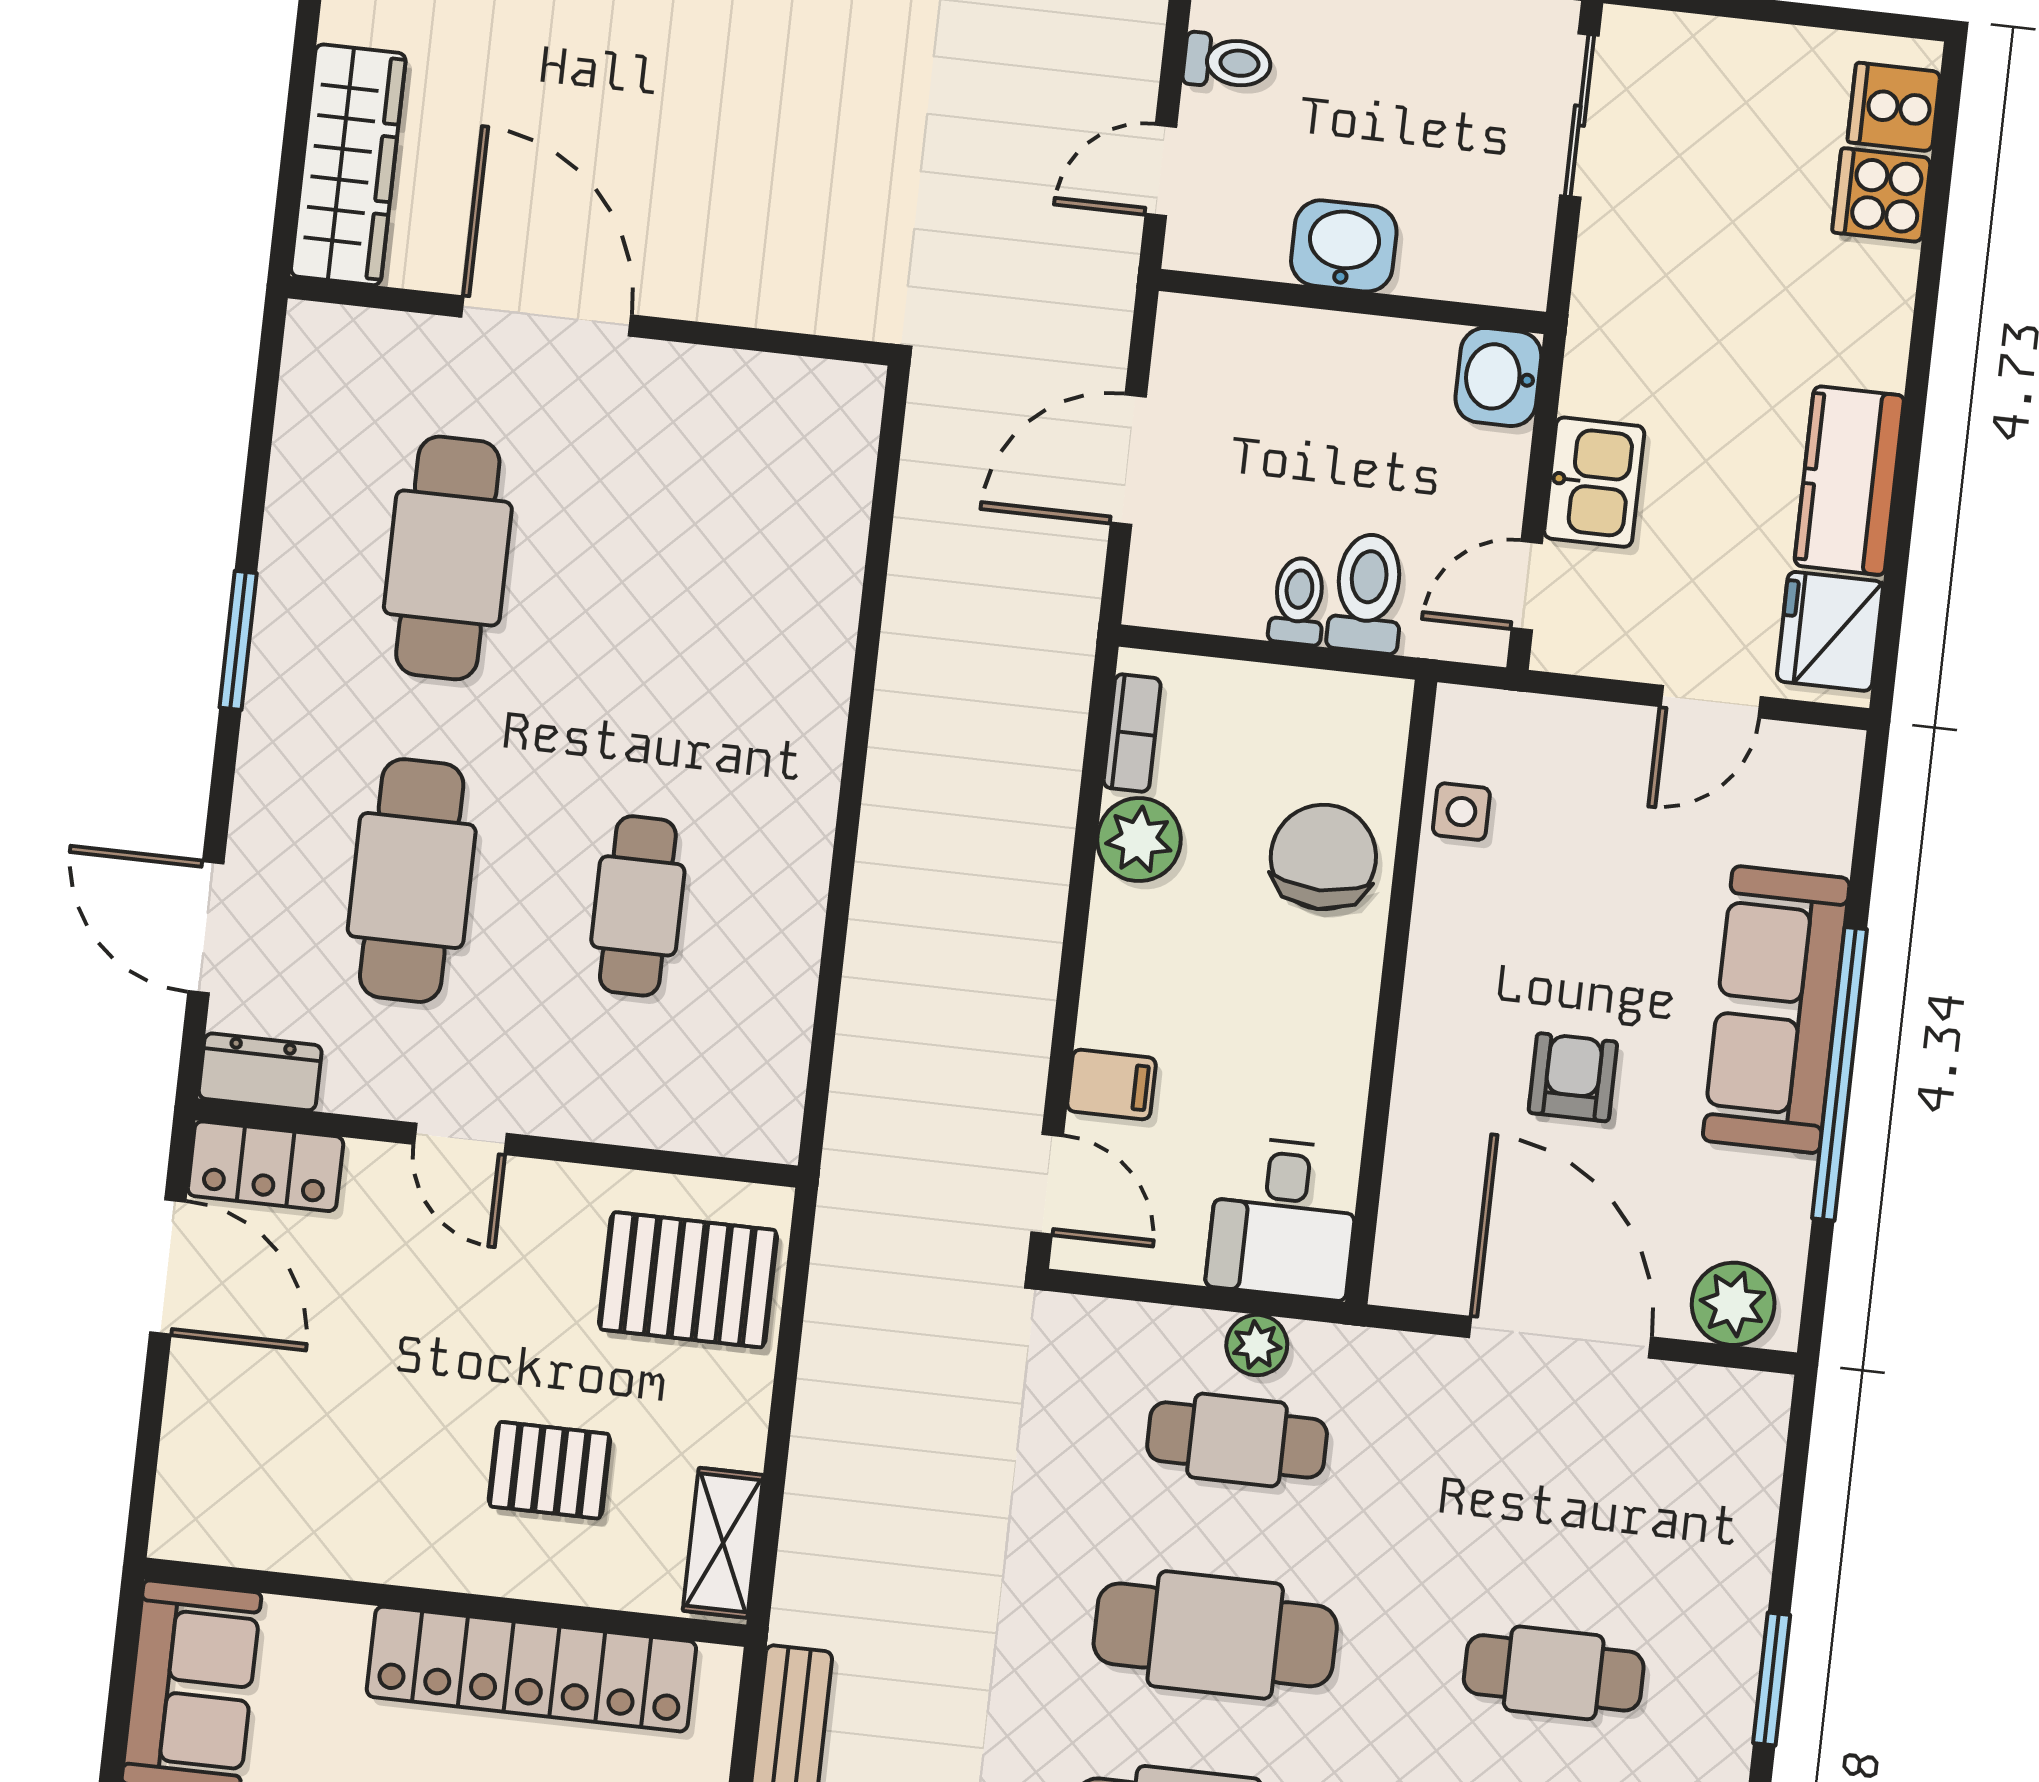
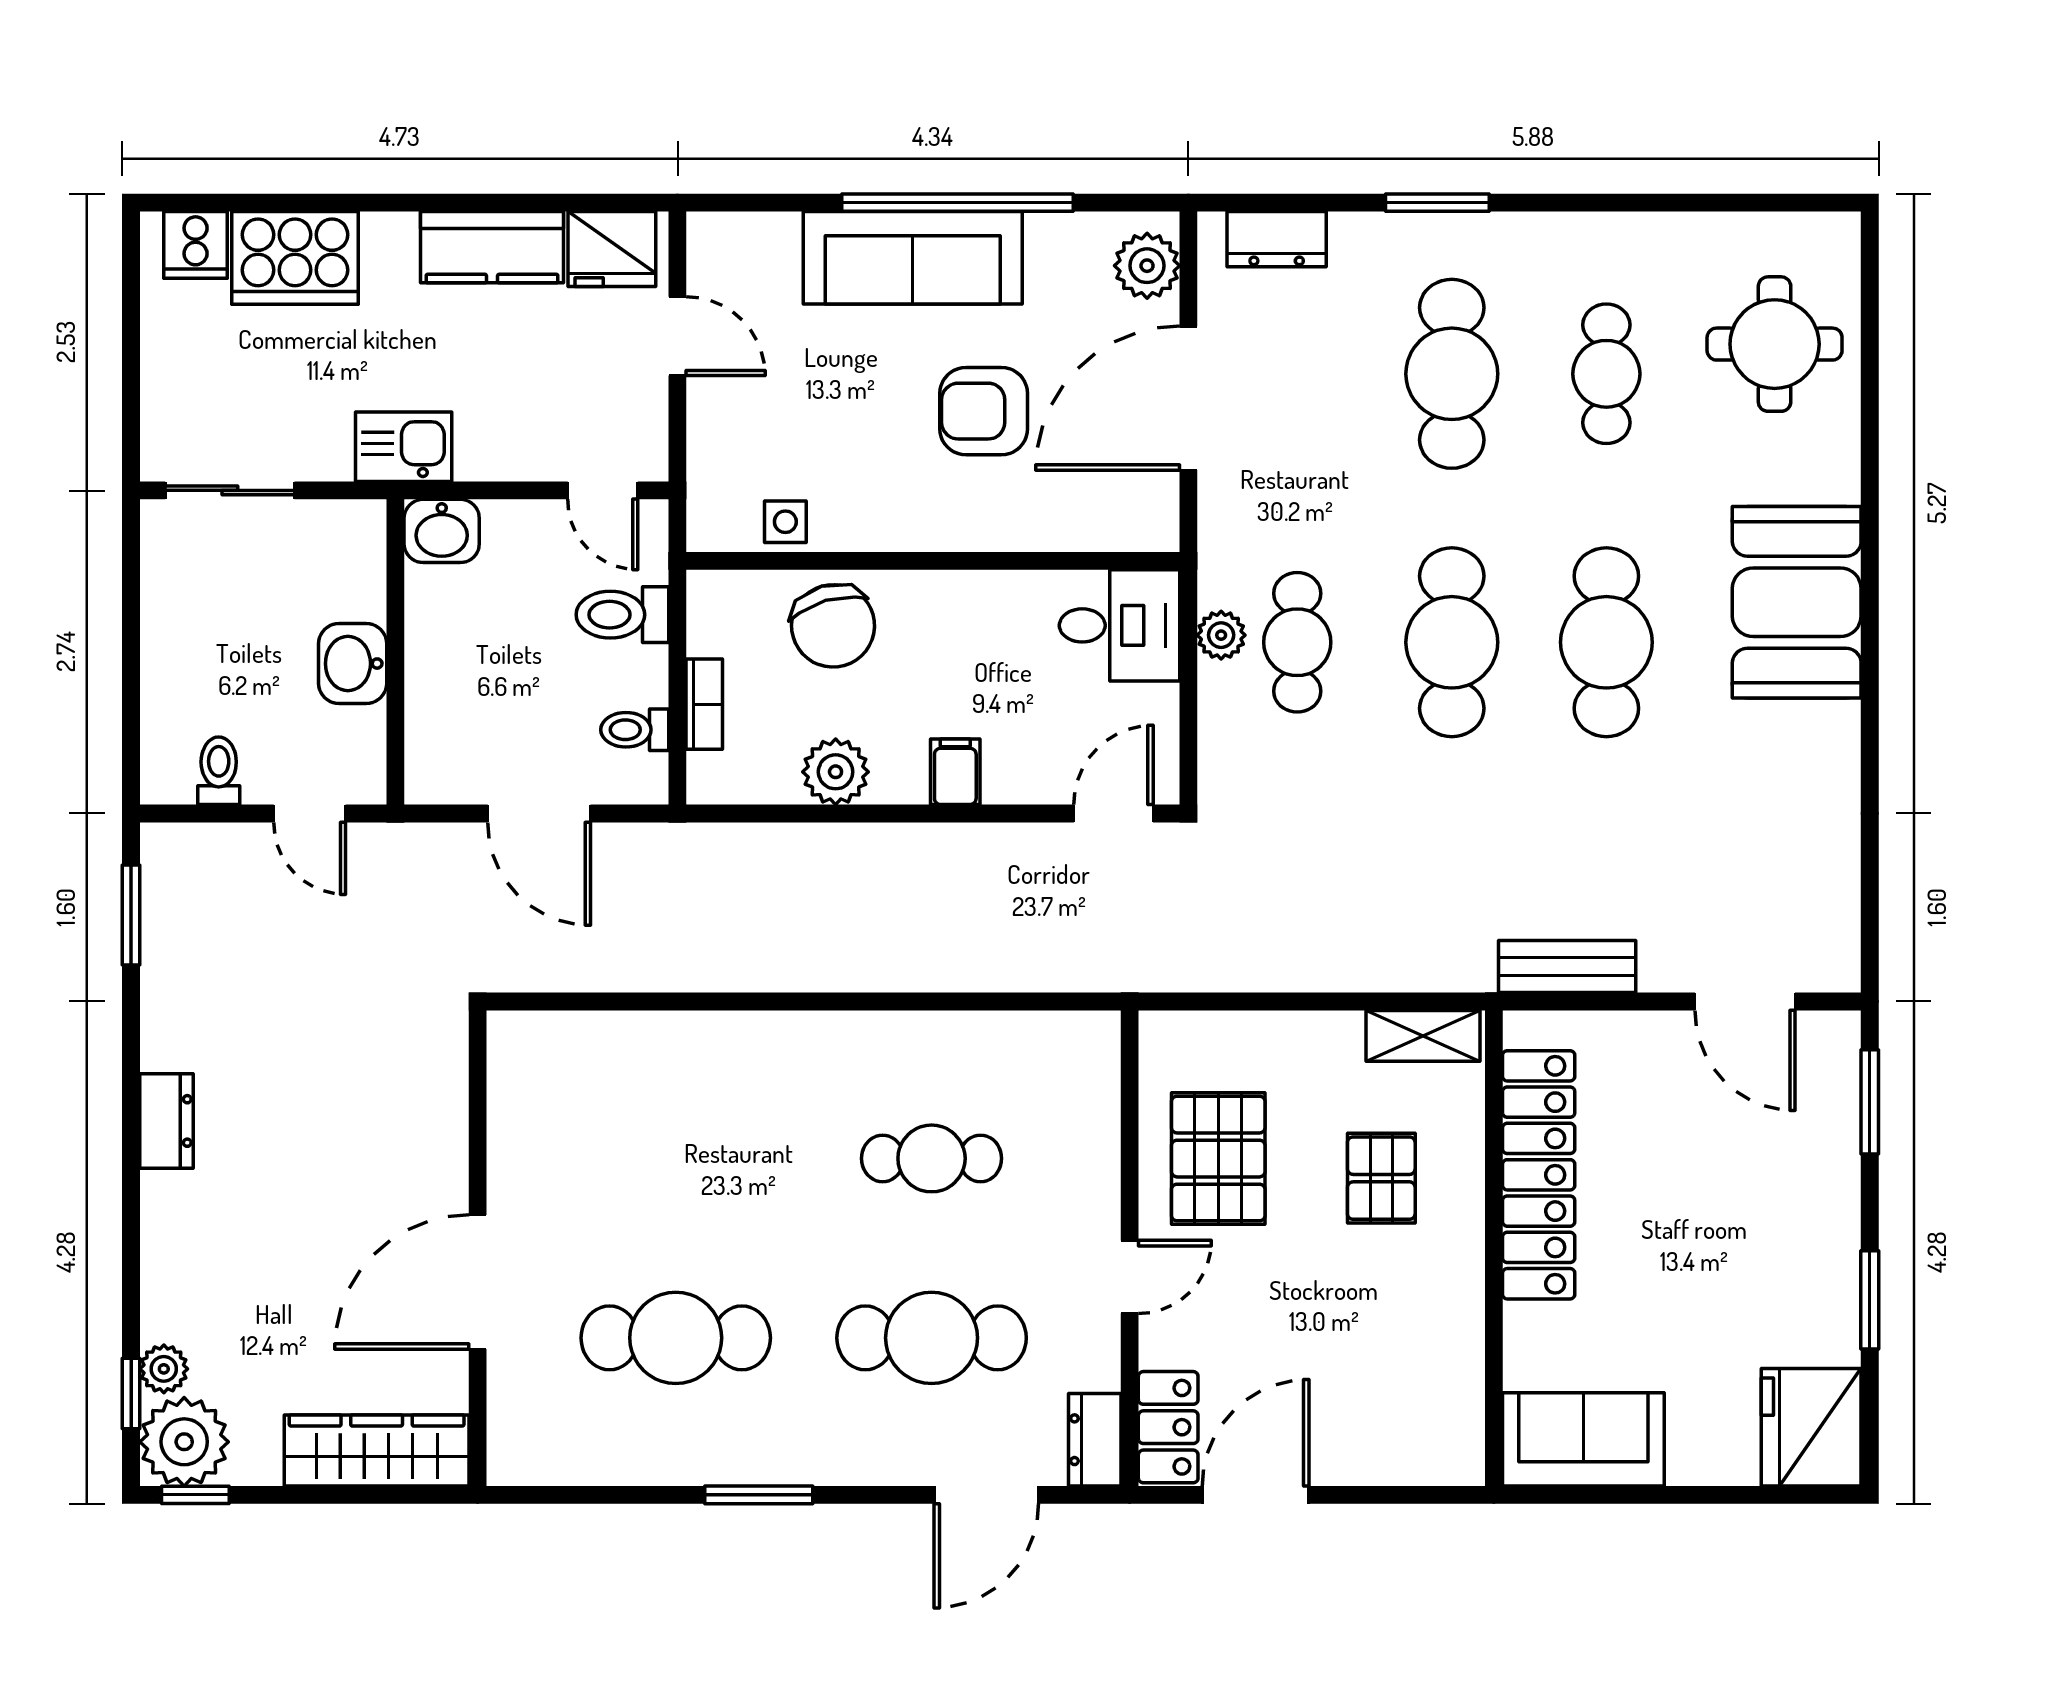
cooker: (1881, 195) -> (295, 258), width x1.87, depth x1.31
kitchen sink: (1594, 482) -> (404, 447), moved
toilet: (1298, 601) -> (635, 730), moved
bookcase: (1132, 733) -> (704, 704), moved, turned 90
chair: (1323, 857) -> (833, 626), turned -106
armchair: (1573, 1077) -> (984, 411), width x1.38, depth x1.38
filing cabinet: (1112, 1085) -> (955, 772), moved
pallet: (688, 1280) -> (1218, 1159), moved
dresser: (1748, 1471) -> (1277, 239), added
cafe table: (1554, 1673) -> (1452, 374), width x1.37, depth x1.35

